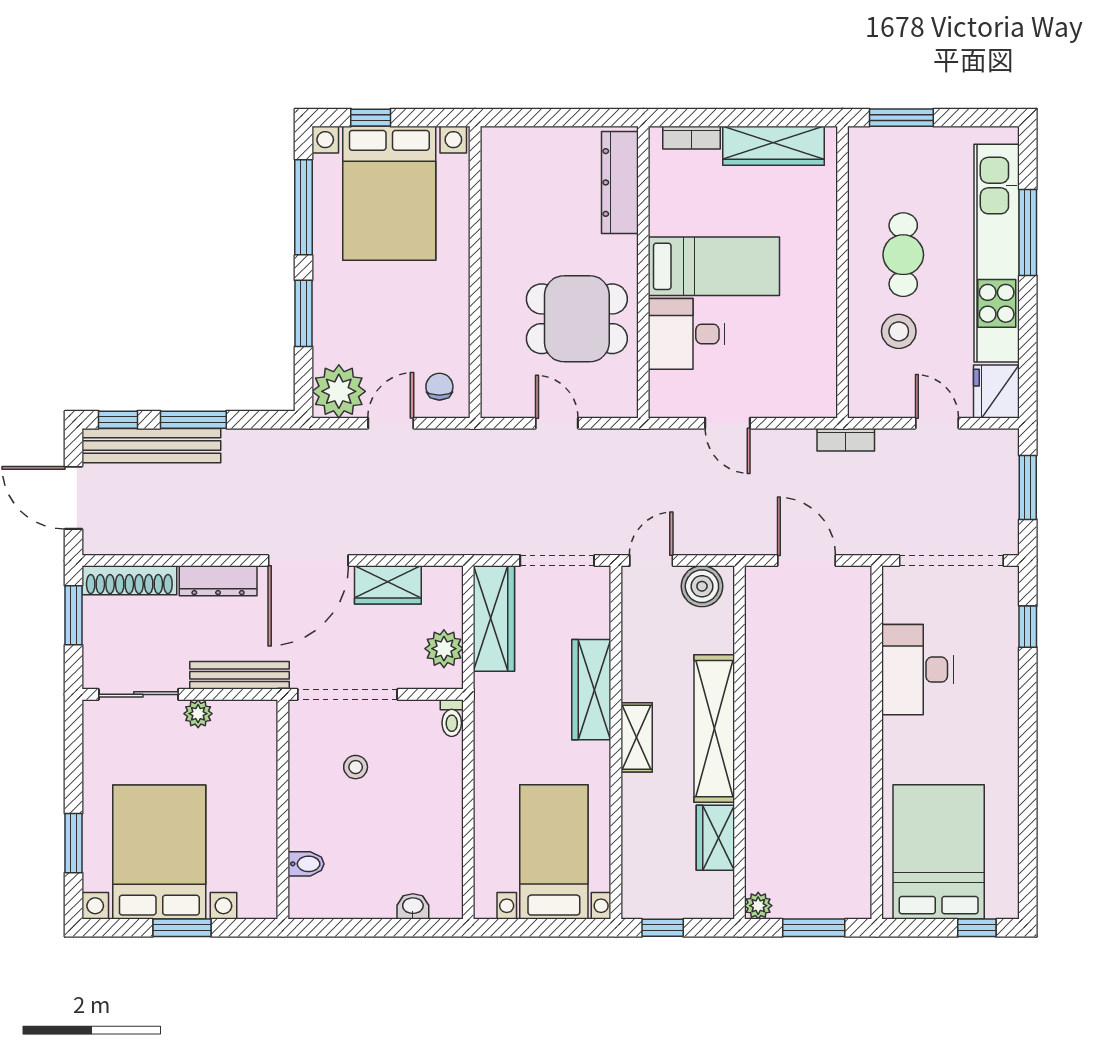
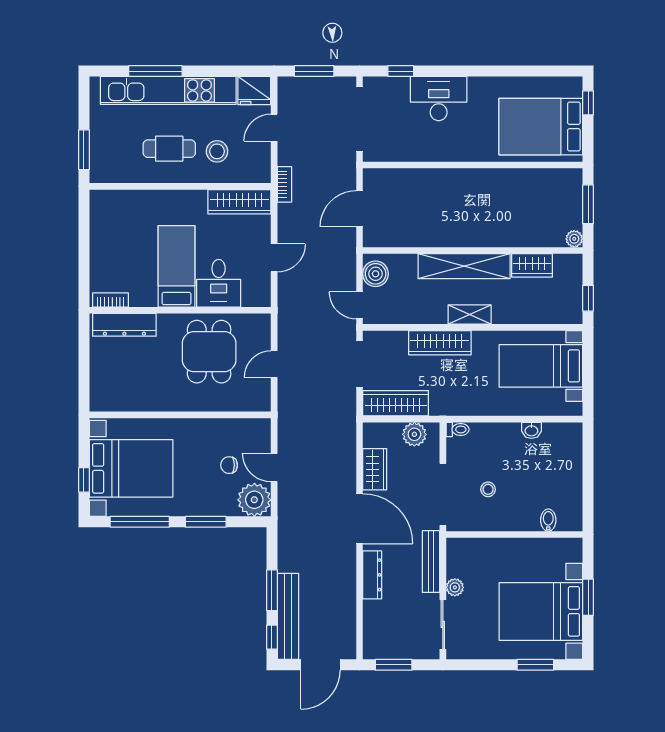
bookcase: (691, 138) -> (110, 300), moved, turned -90
wardrobe: (774, 146) -> (239, 202), moved, turned 90
chair: (439, 387) -> (229, 465), moved
shoe rack: (129, 580) -> (372, 630), removed
desk: (917, 670) -> (439, 99), moved, turned 180
washbasin: (413, 906) -> (531, 430), moved, turned -90

